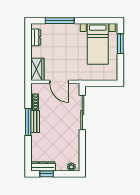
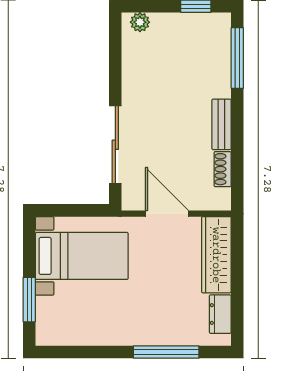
bed with nightstands: (98, 44) -> (82, 256), moved, turned 90
wardrobe: (37, 69) -> (216, 255), width x1.50
window: (28, 122) -> (237, 58), moved
dresser: (43, 166) -> (204, 23), removed

